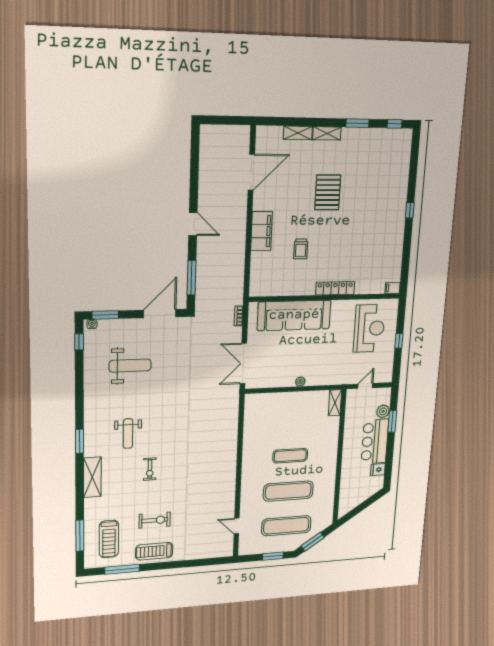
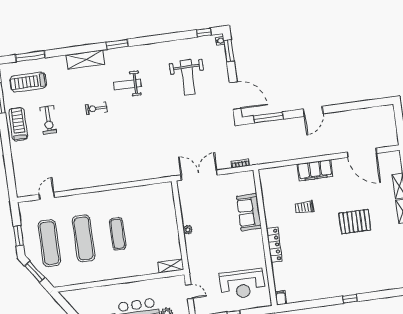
sofa: (294, 315) -> (249, 212), width x0.54, depth x0.79

